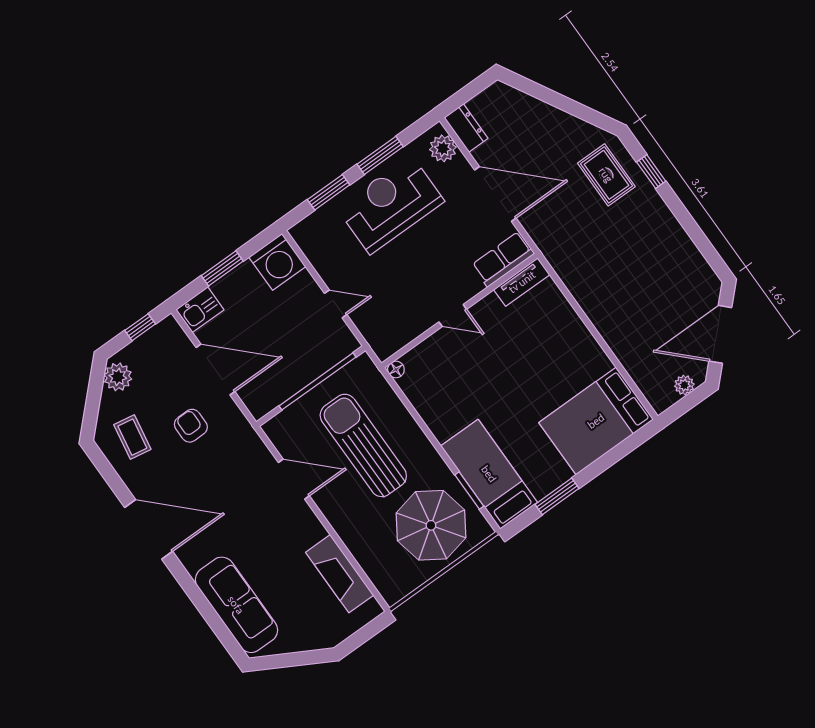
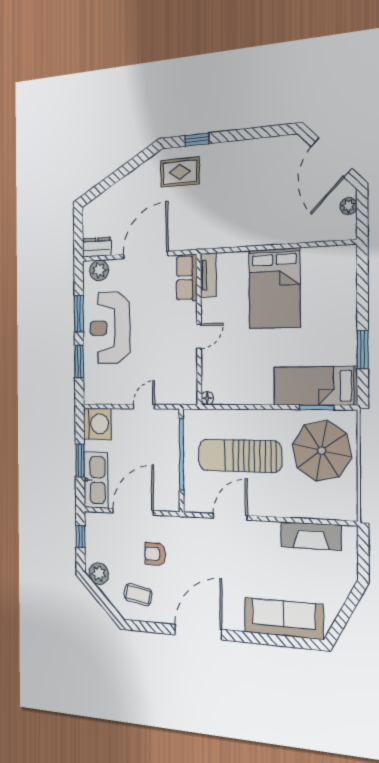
kitchen sink: (200, 310) -> (96, 480), width x1.88, depth x1.24
bed: (596, 421) -> (274, 289), moved

